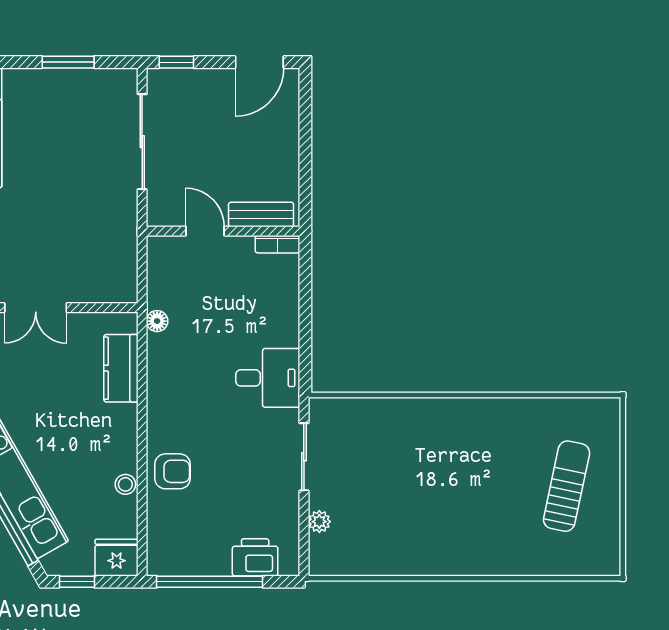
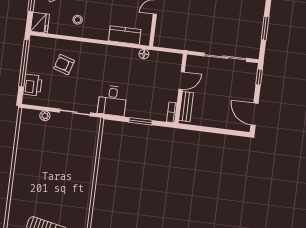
window: (305, 310) -> (141, 121), added
armchair: (173, 471) -> (64, 65), moved, turned 107
stool: (125, 484) -> (78, 20), moved

